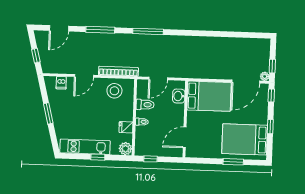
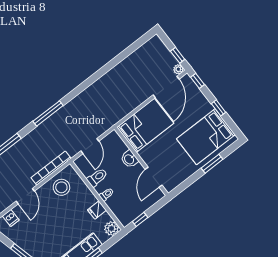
washbasin: (179, 96) -> (129, 159), moved

